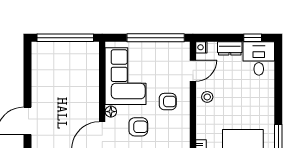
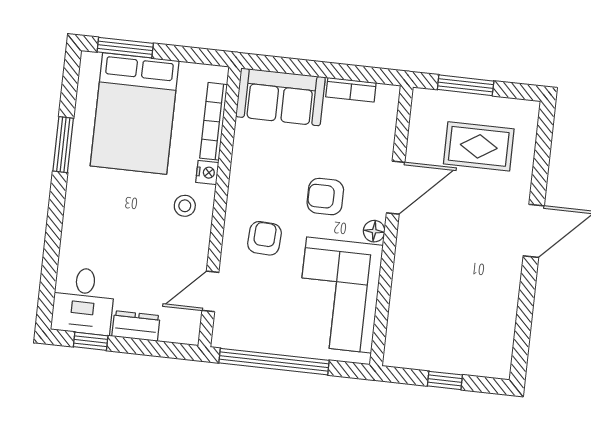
window: (65, 38) -> (445, 380), width x0.32
nightstand: (201, 47) -> (207, 172), moved
stool: (207, 97) -> (185, 206), moved
armchair: (168, 102) -> (264, 238), turned 93

